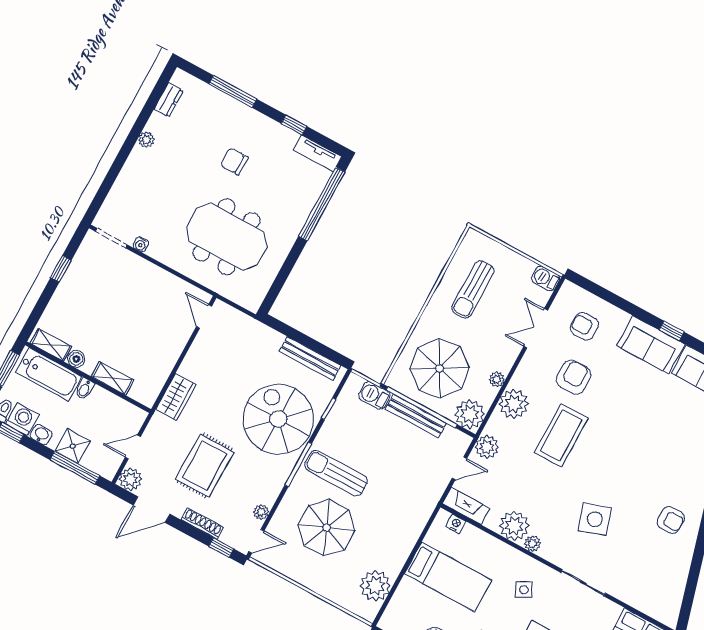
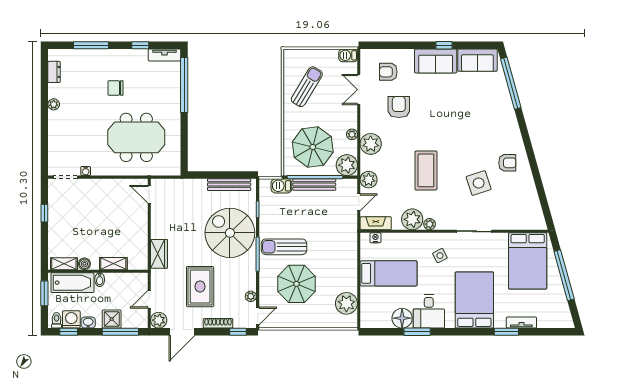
sun lounger: (473, 289) -> (307, 87), turned -149
coffee table: (561, 435) -> (426, 170), moved
side table: (595, 519) -> (479, 183), moved

